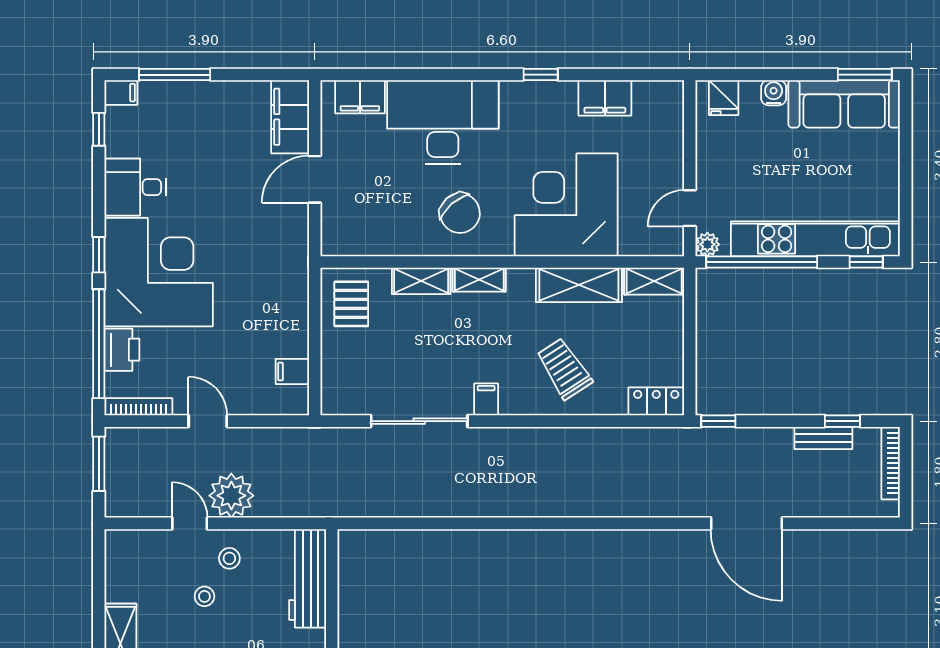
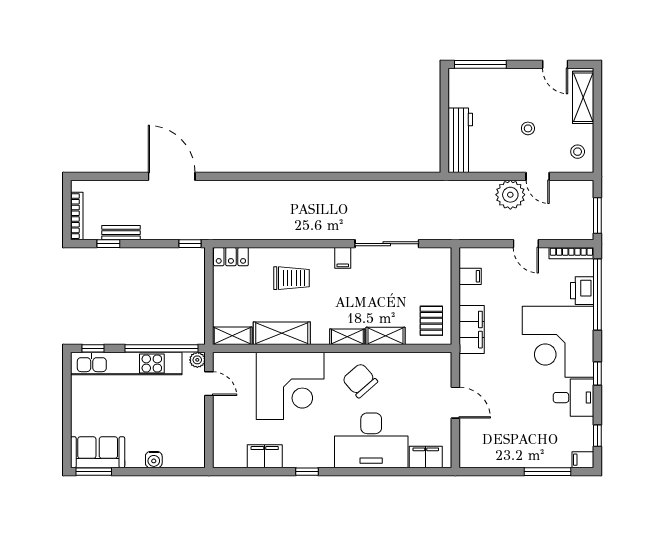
fridge: (724, 98) -> (187, 456), removed
sofa: (844, 104) -> (98, 452), width x0.73
filing cabinet: (290, 117) -> (472, 330), moved
door: (315, 179) -> (455, 403), hinge flipped
door: (690, 208) -> (209, 384), hinge flipped
window: (99, 255) -> (597, 374), moved
trolley: (564, 369) -> (291, 278), turned -57
stool: (229, 558) -> (578, 152), moved

